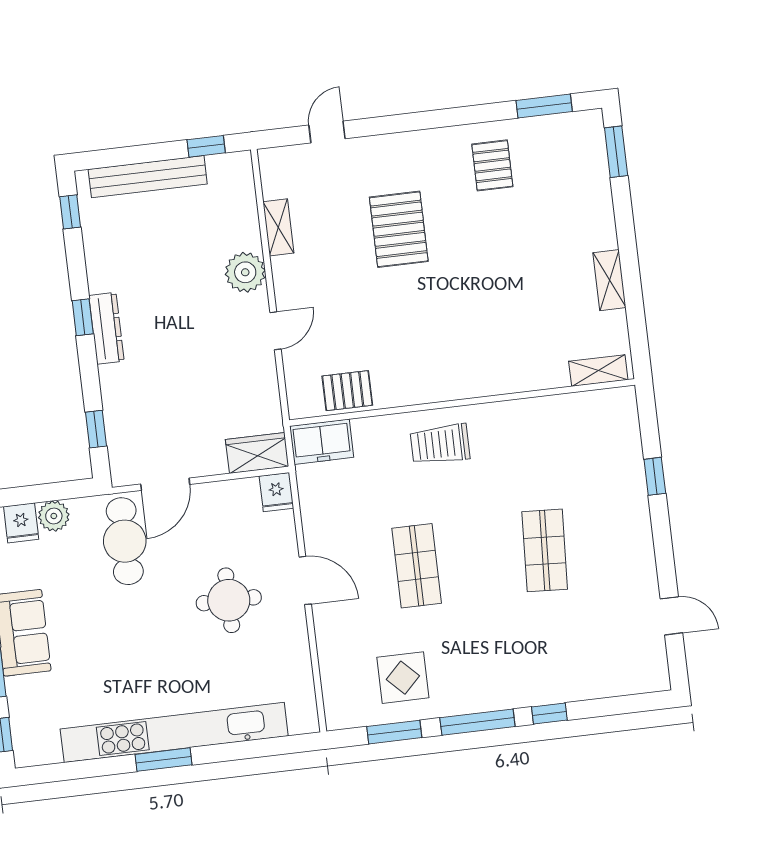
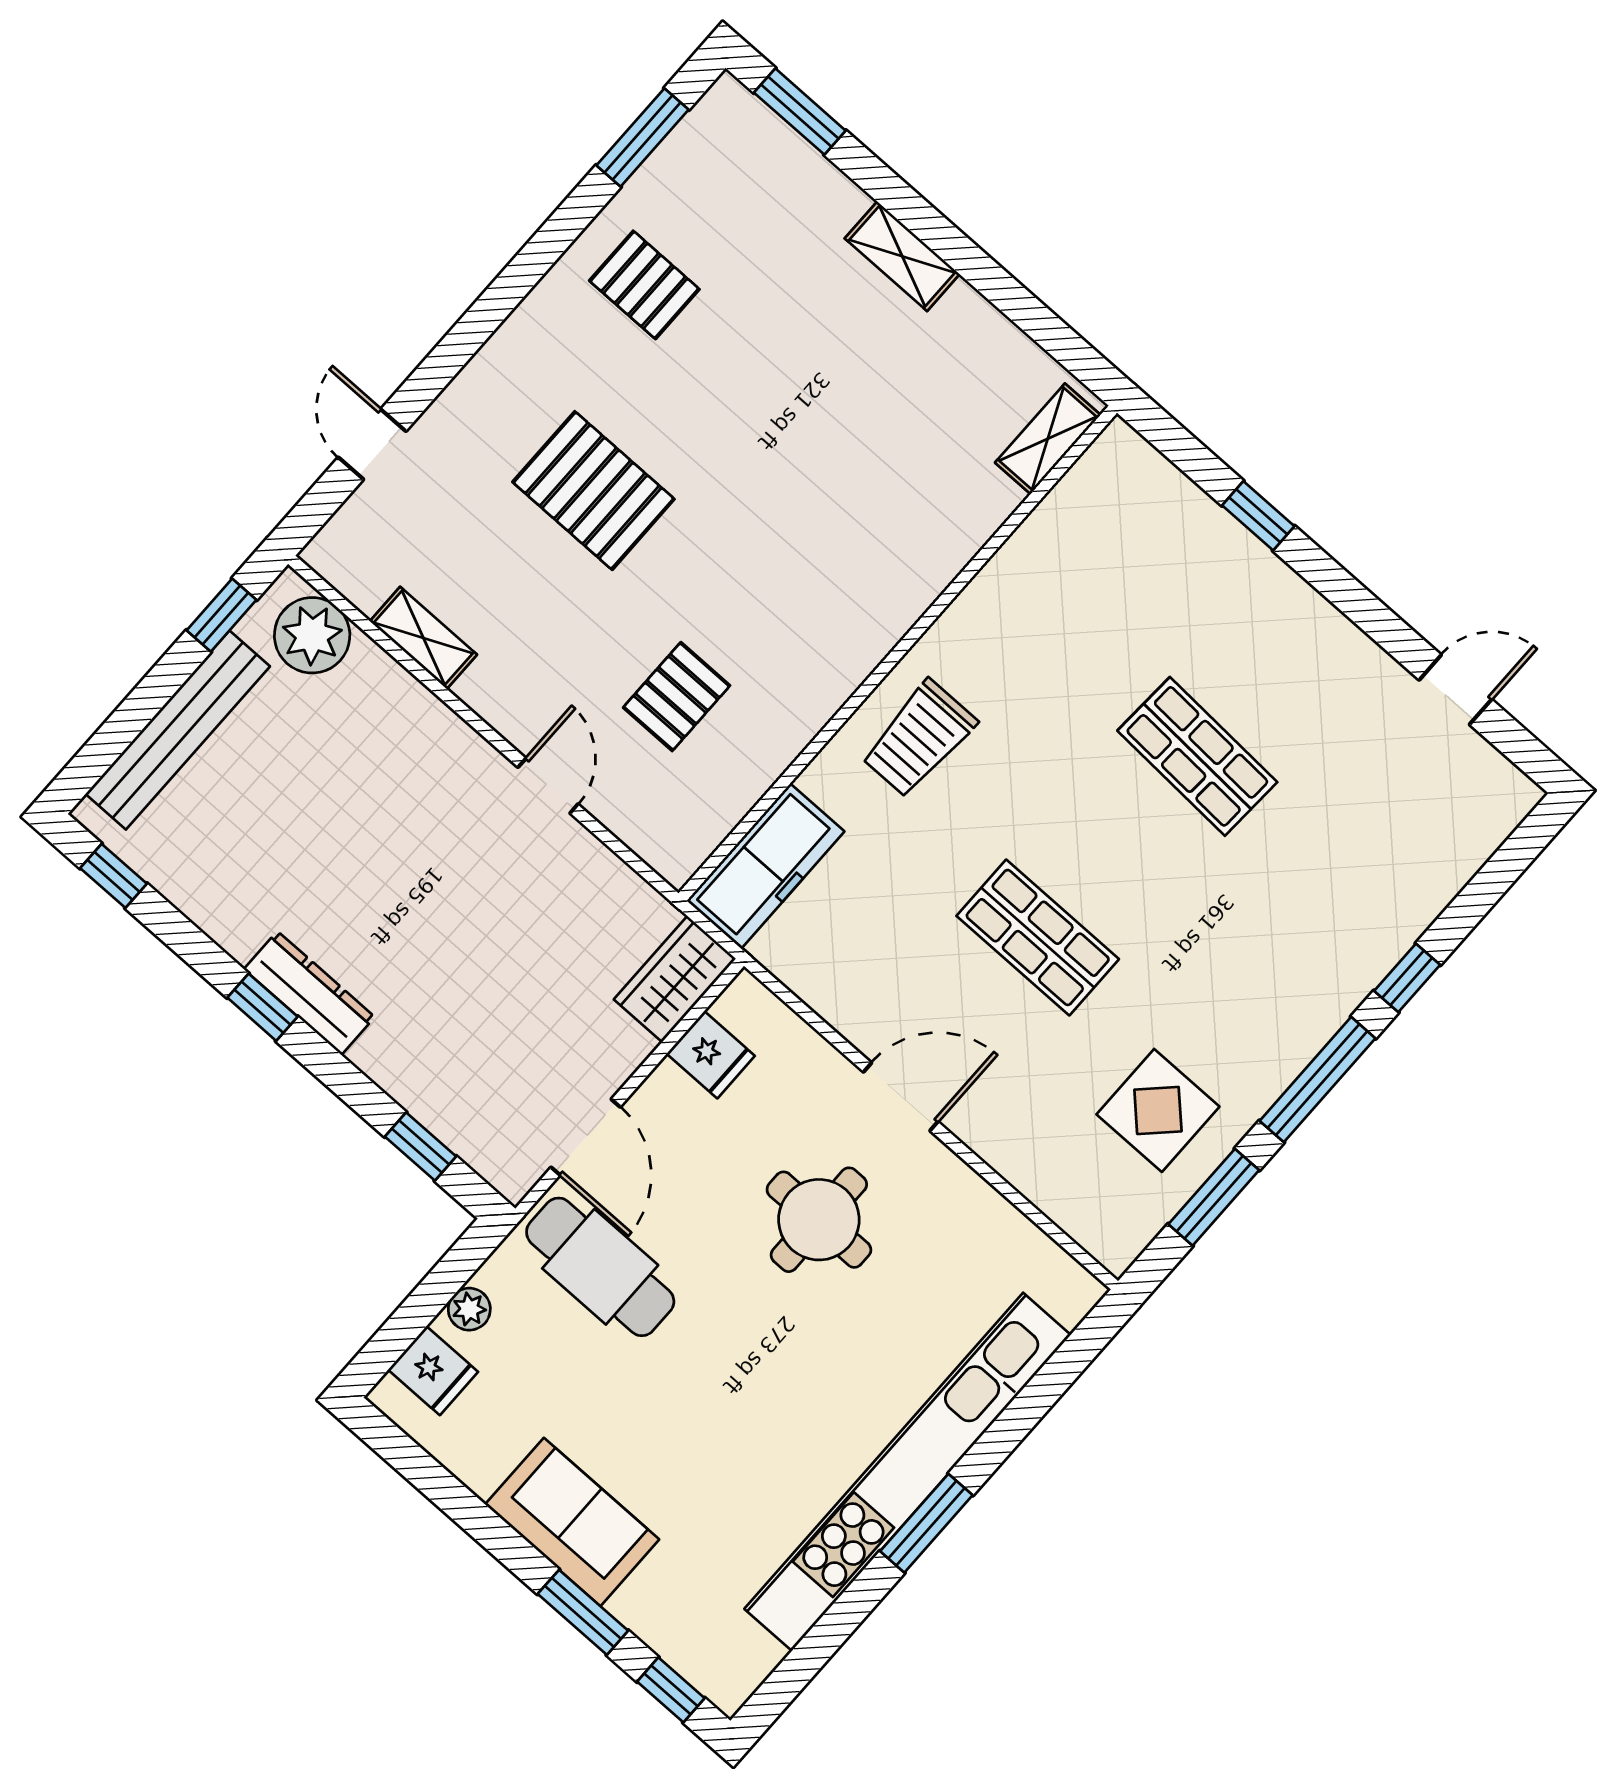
plant: (245, 272) -> (312, 635), moved
shelving: (609, 280) -> (902, 256), moved
pallet: (347, 391) -> (677, 697), moved
freezer: (322, 442) -> (766, 866), width x1.40
fridge: (276, 492) -> (711, 1055), moved
plant: (54, 516) -> (469, 1309), width x0.73, depth x0.73

